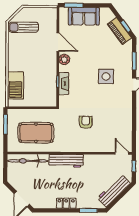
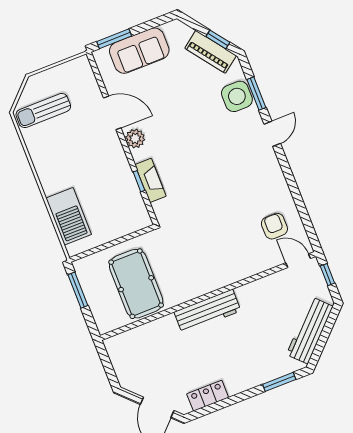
side table: (106, 76) -> (237, 96), moved
armchair: (86, 122) -> (274, 226), moved
pool table: (36, 133) -> (136, 284), turned 90
bicycle: (28, 161) -> (141, 338), removed
locker: (66, 203) -> (208, 396), moved

